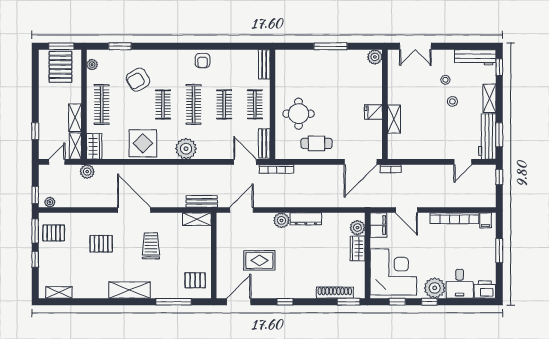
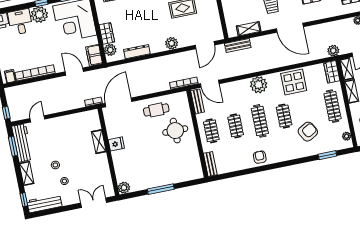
shelving: (197, 219) -> (249, 29), moved
dresser: (306, 219) -> (137, 52), moved

